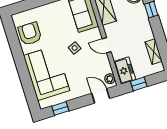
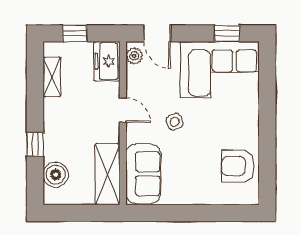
armchair: (30, 34) -> (238, 166), turned 90
corner sofa: (47, 73) -> (220, 69), moved, turned -90
window: (139, 84) -> (75, 33), moved

